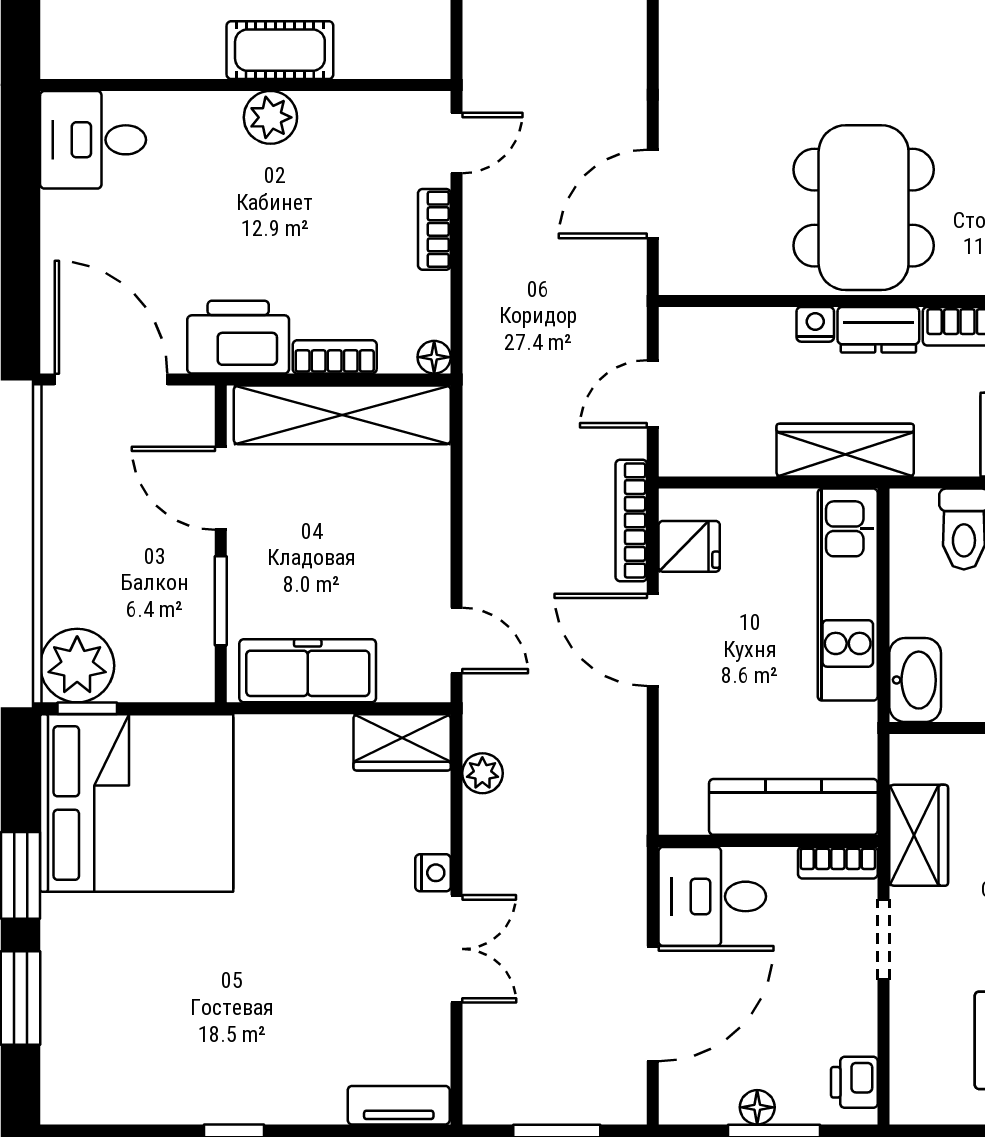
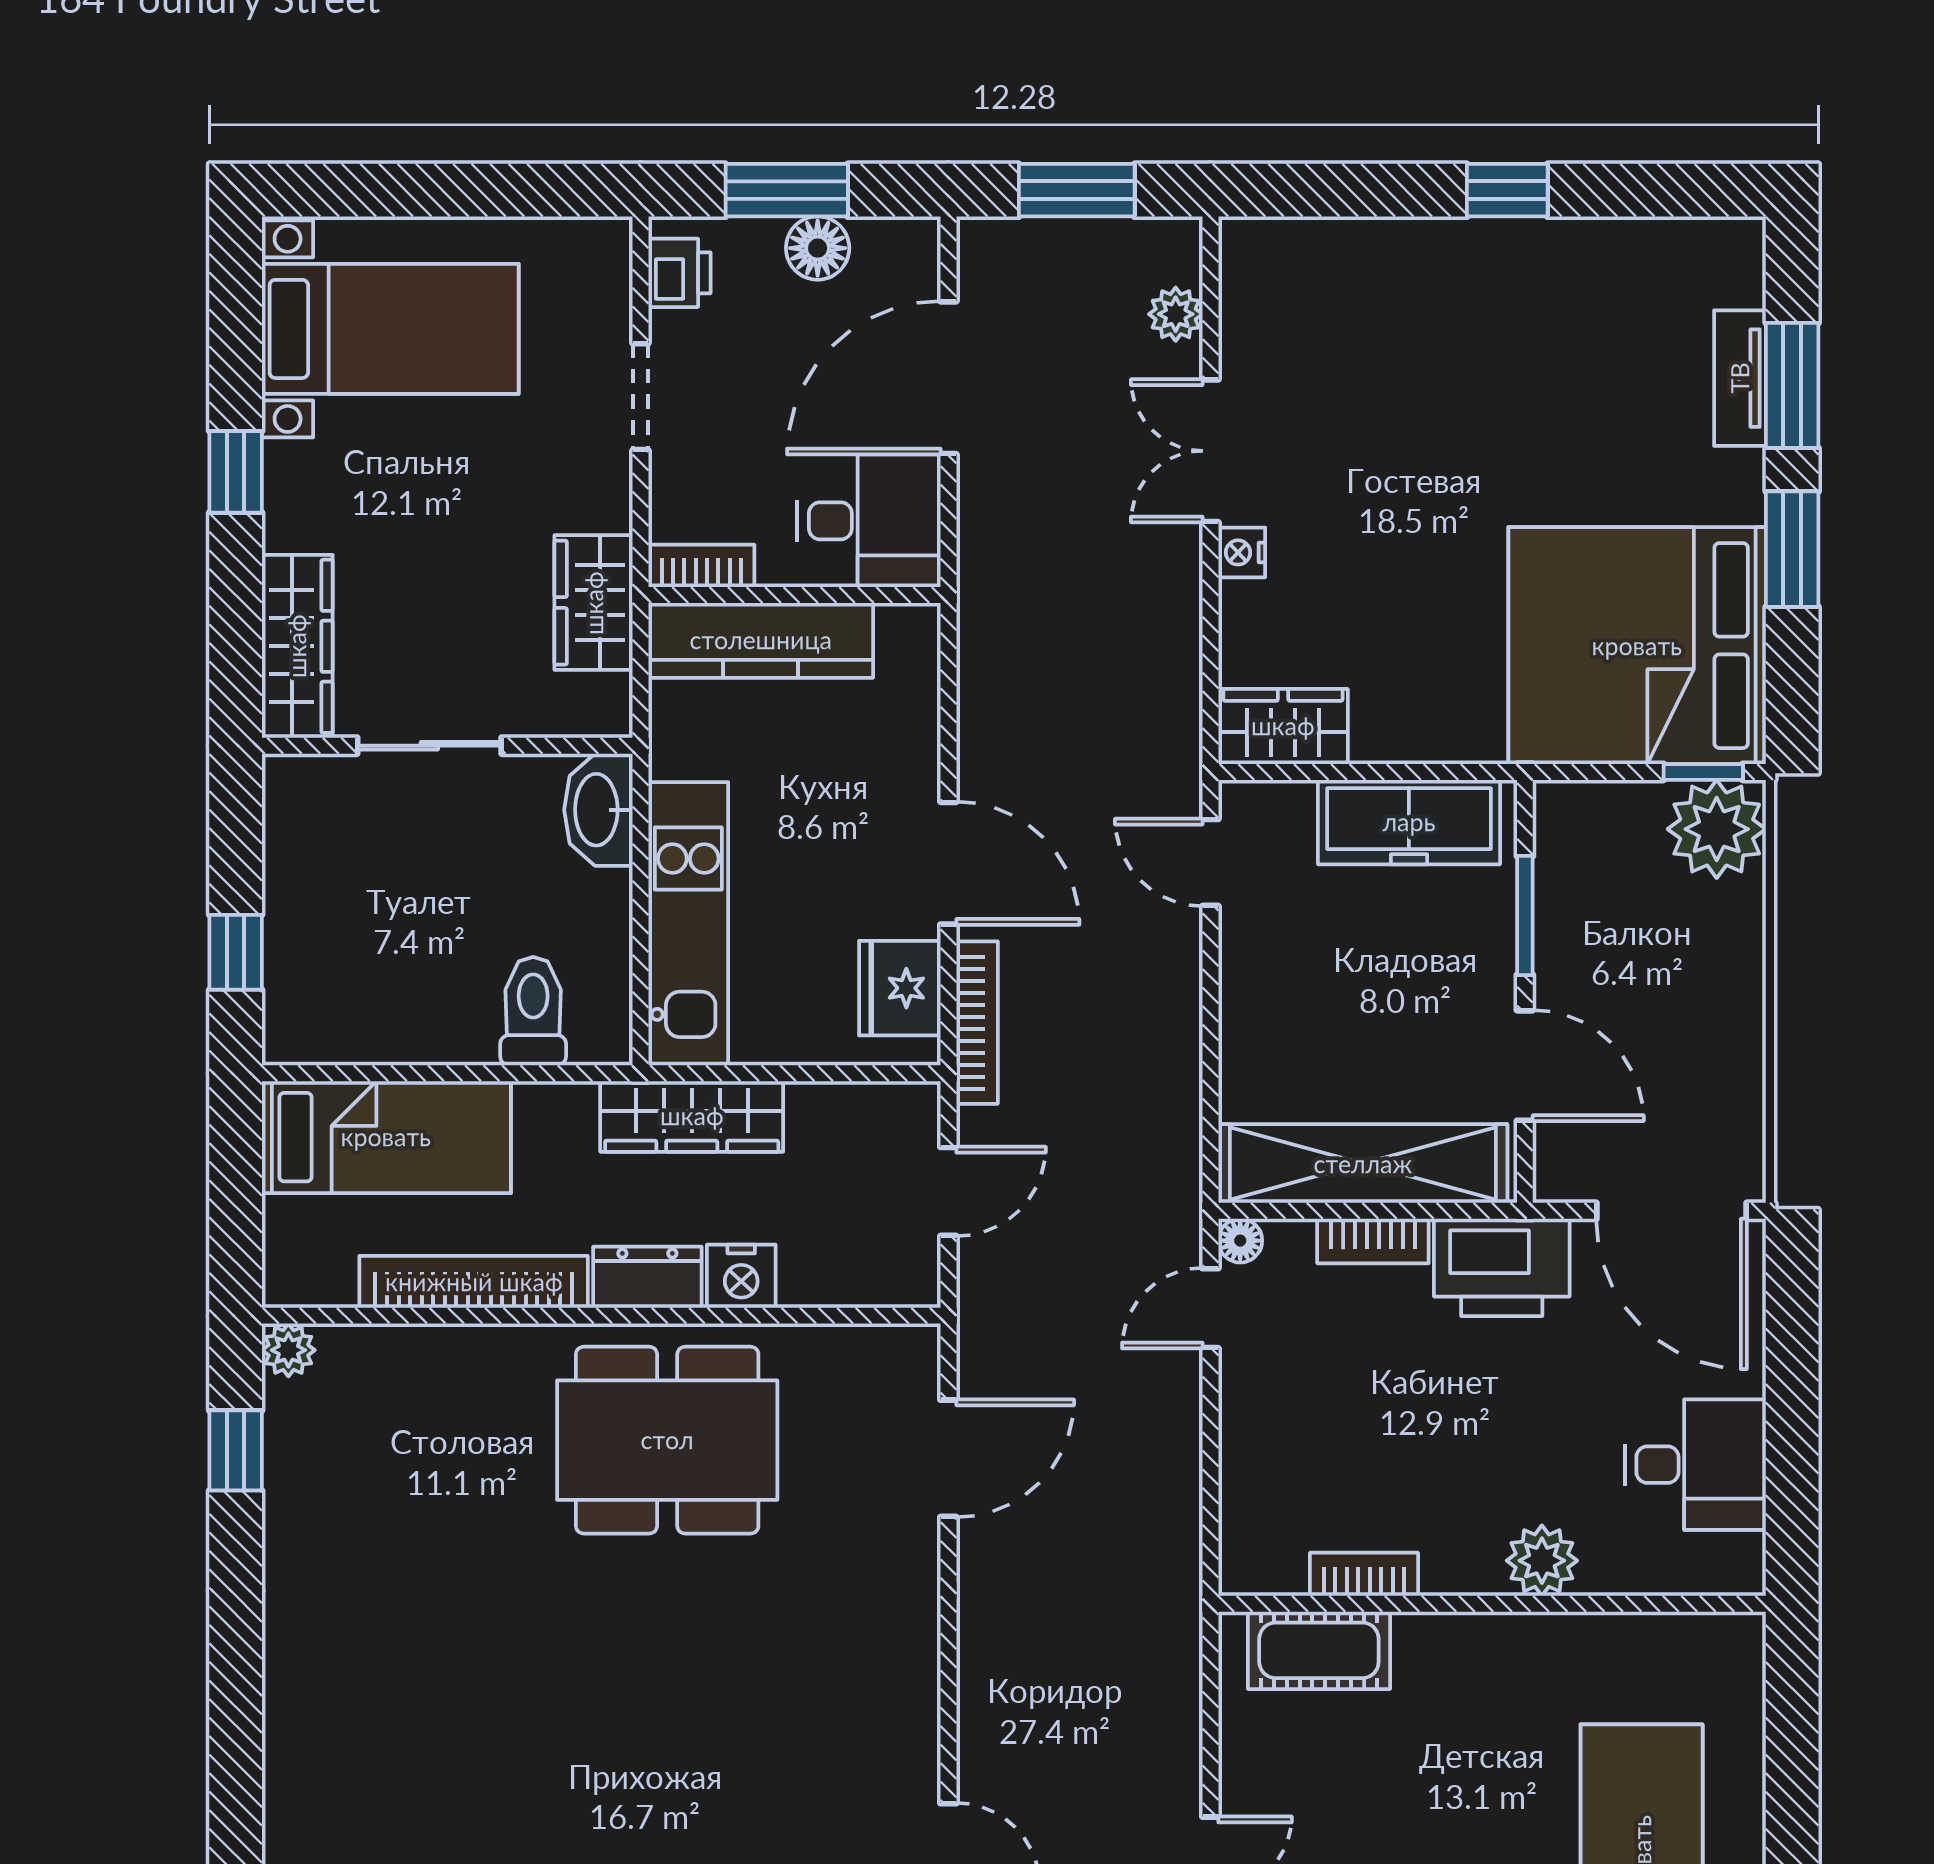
cot: (280, 50) -> (1319, 1650), moved
plant: (270, 117) -> (1542, 1561), moved
desk: (93, 140) -> (1695, 1465), moved
door: (456, 143) -> (1210, 1308), moved
dining table: (864, 208) -> (667, 1440), turned 90
bookcase: (434, 229) -> (1364, 1574), moved, turned -90
nightstand: (815, 324) -> (741, 1276), width x1.39, depth x1.35
fridge: (689, 546) -> (900, 988), width x1.38
plant: (482, 773) -> (1176, 314), moved
doorway: (884, 939) -> (641, 397), moved
tv unit: (399, 1105) -> (1740, 378), moved, turned 90
floor lamp: (757, 1107) -> (818, 248), width x1.37, depth x1.37

